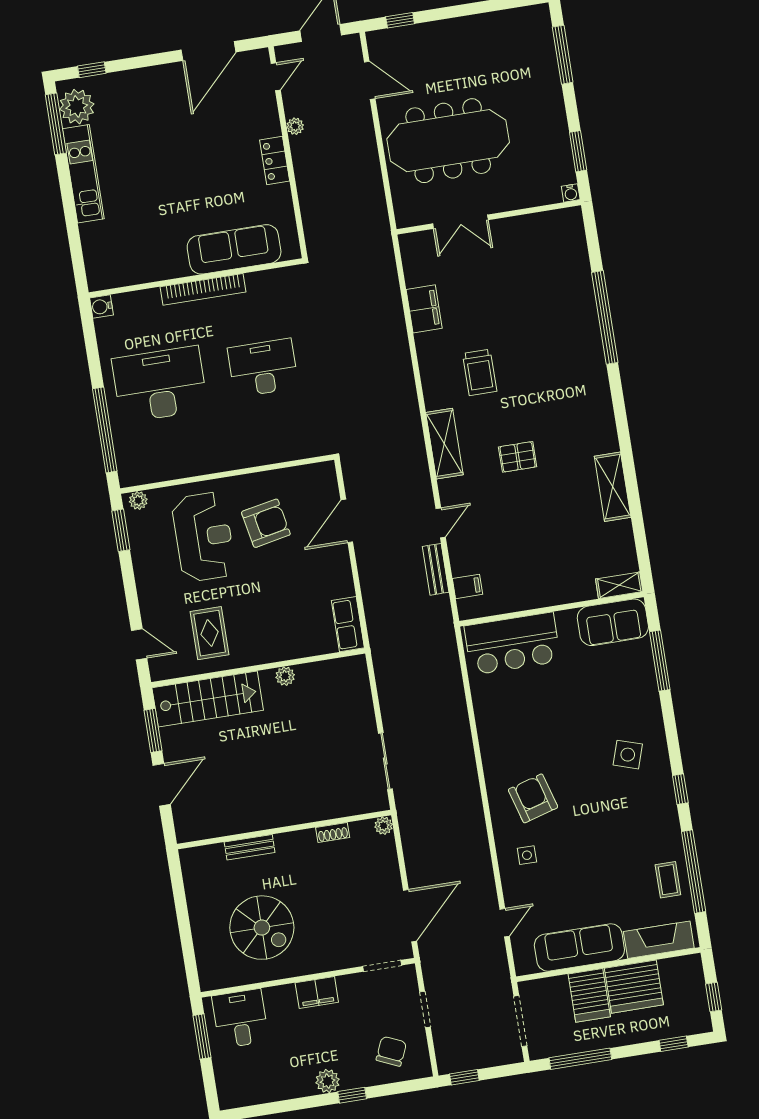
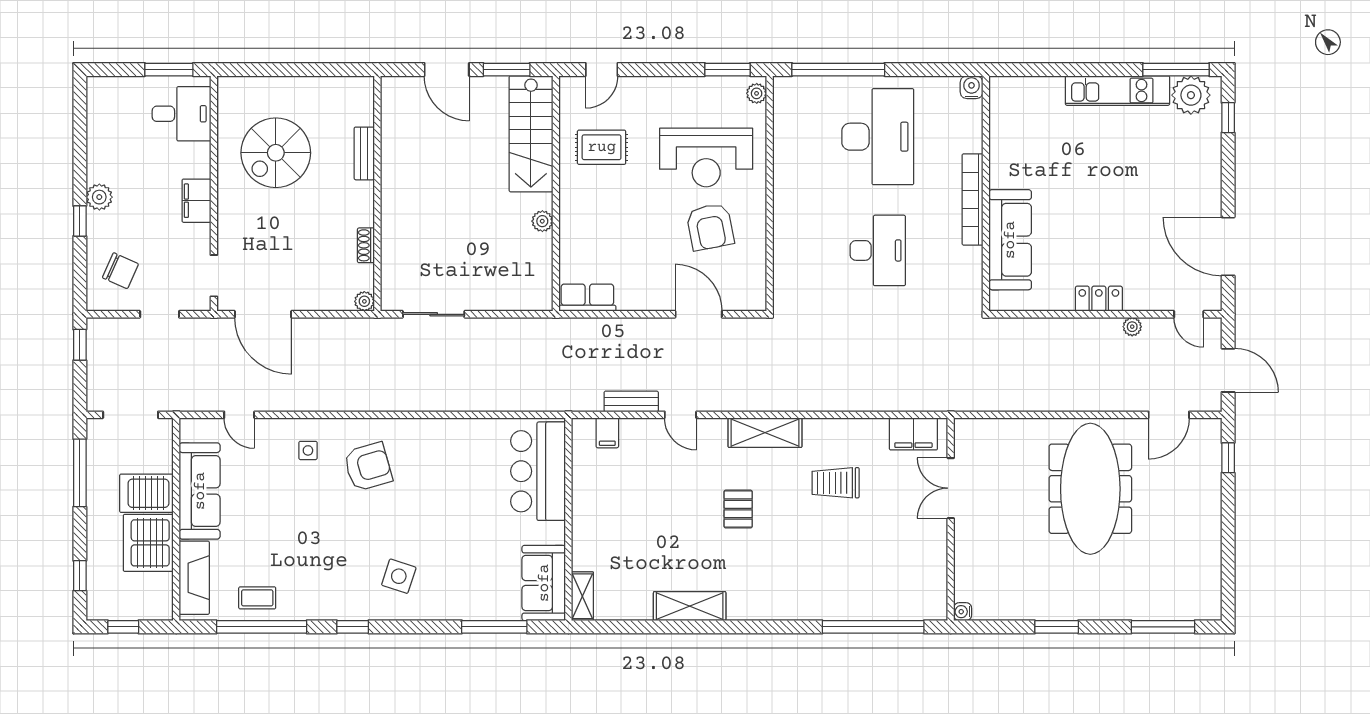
water cooler: (571, 193) -> (963, 612), moved
wall: (489, 217) -> (951, 519), moved
double door: (460, 222) -> (951, 488), moved

